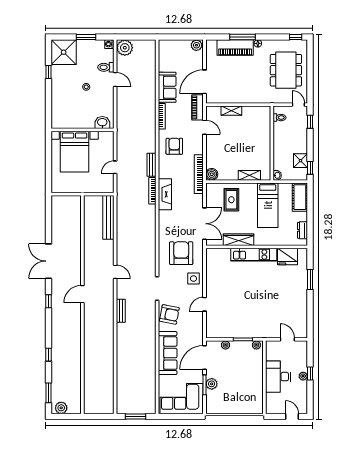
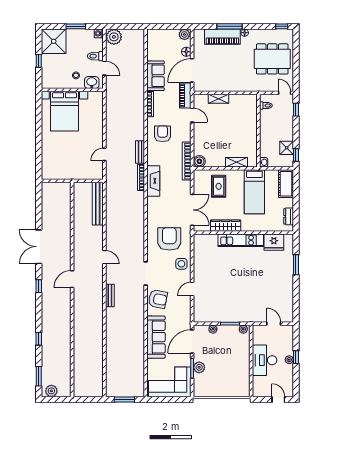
floor lamp: (198, 63) -> (186, 52), added
dining table: (286, 70) -> (272, 59), turned 90
washbasin: (102, 123) -> (92, 83), moved
wall: (82, 130) -> (72, 90), moved
bed with nightstands: (75, 152) -> (64, 111), moved

